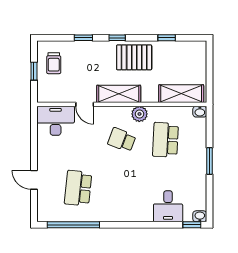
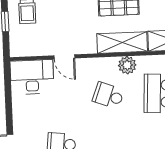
shelving: (119, 94) -> (122, 43), moved

